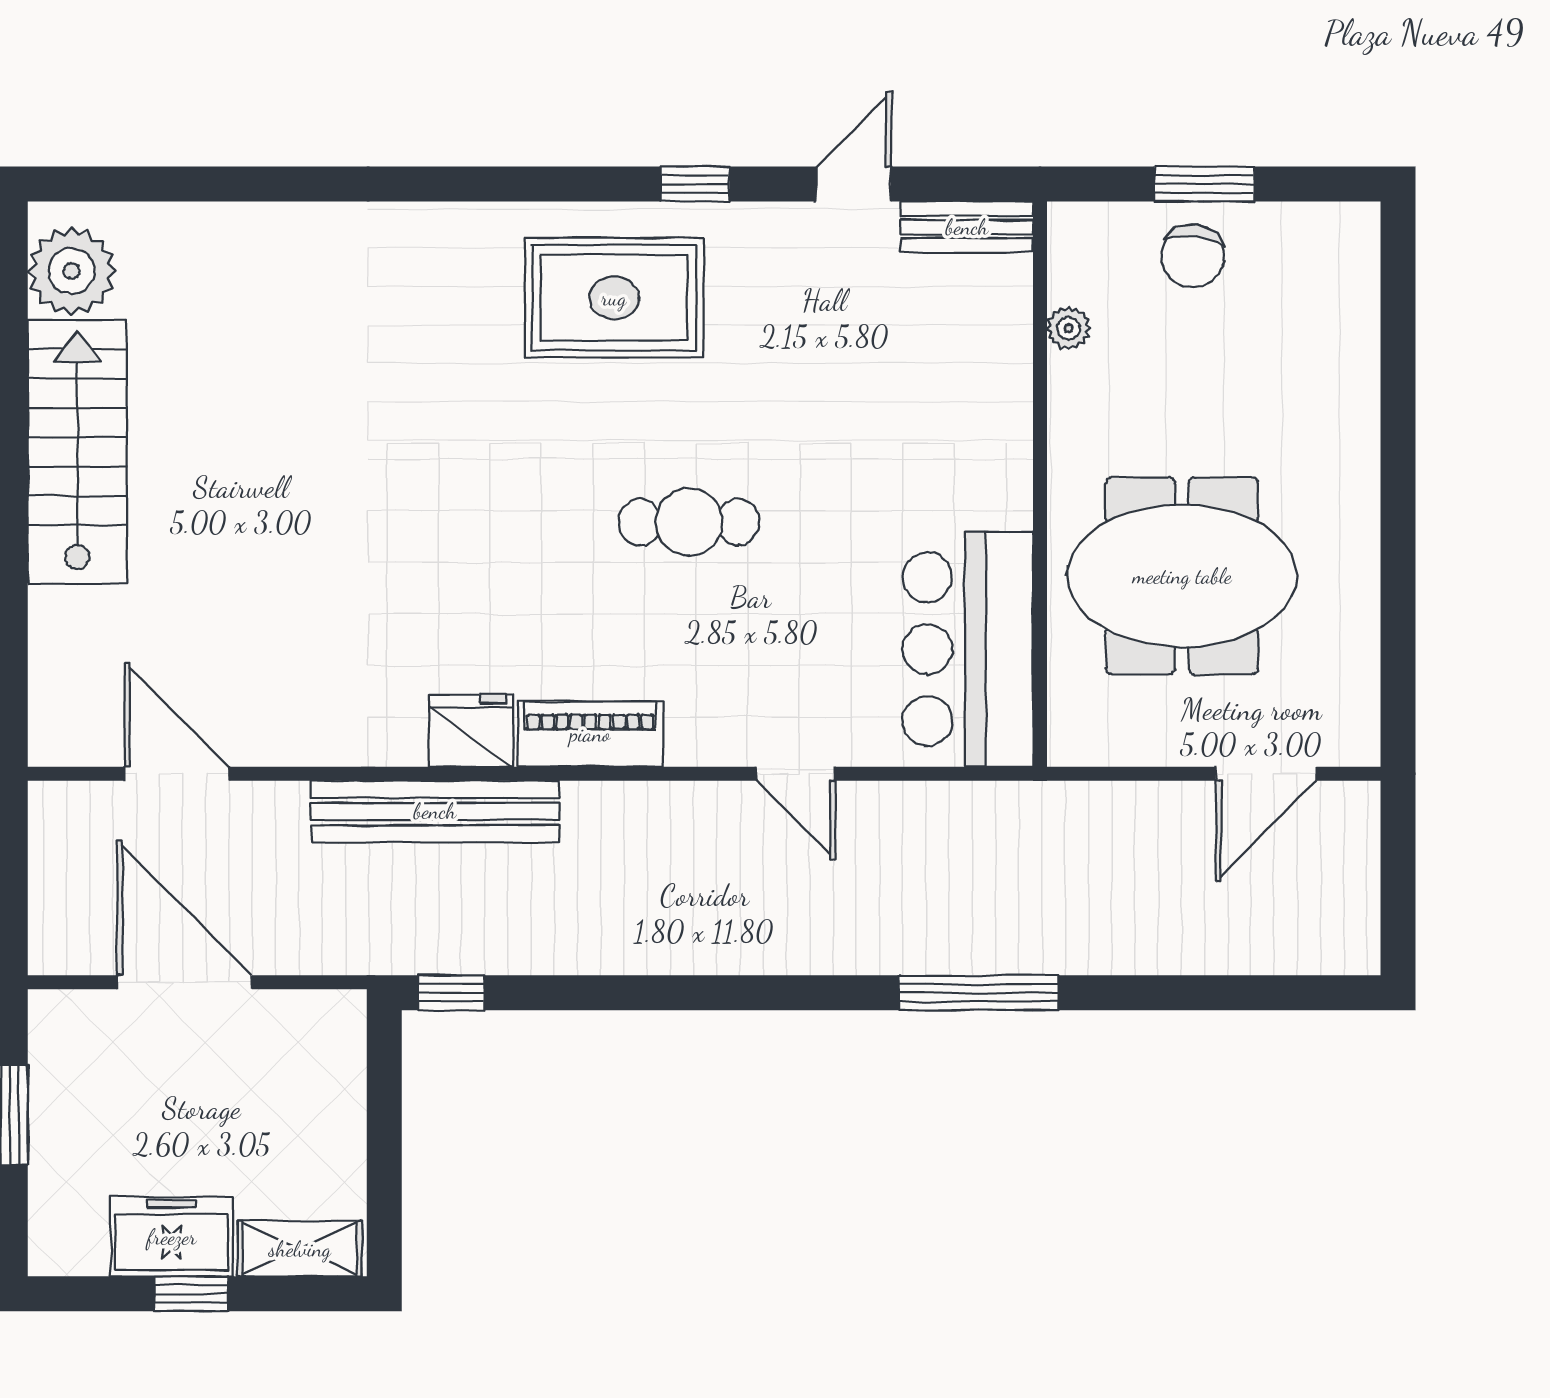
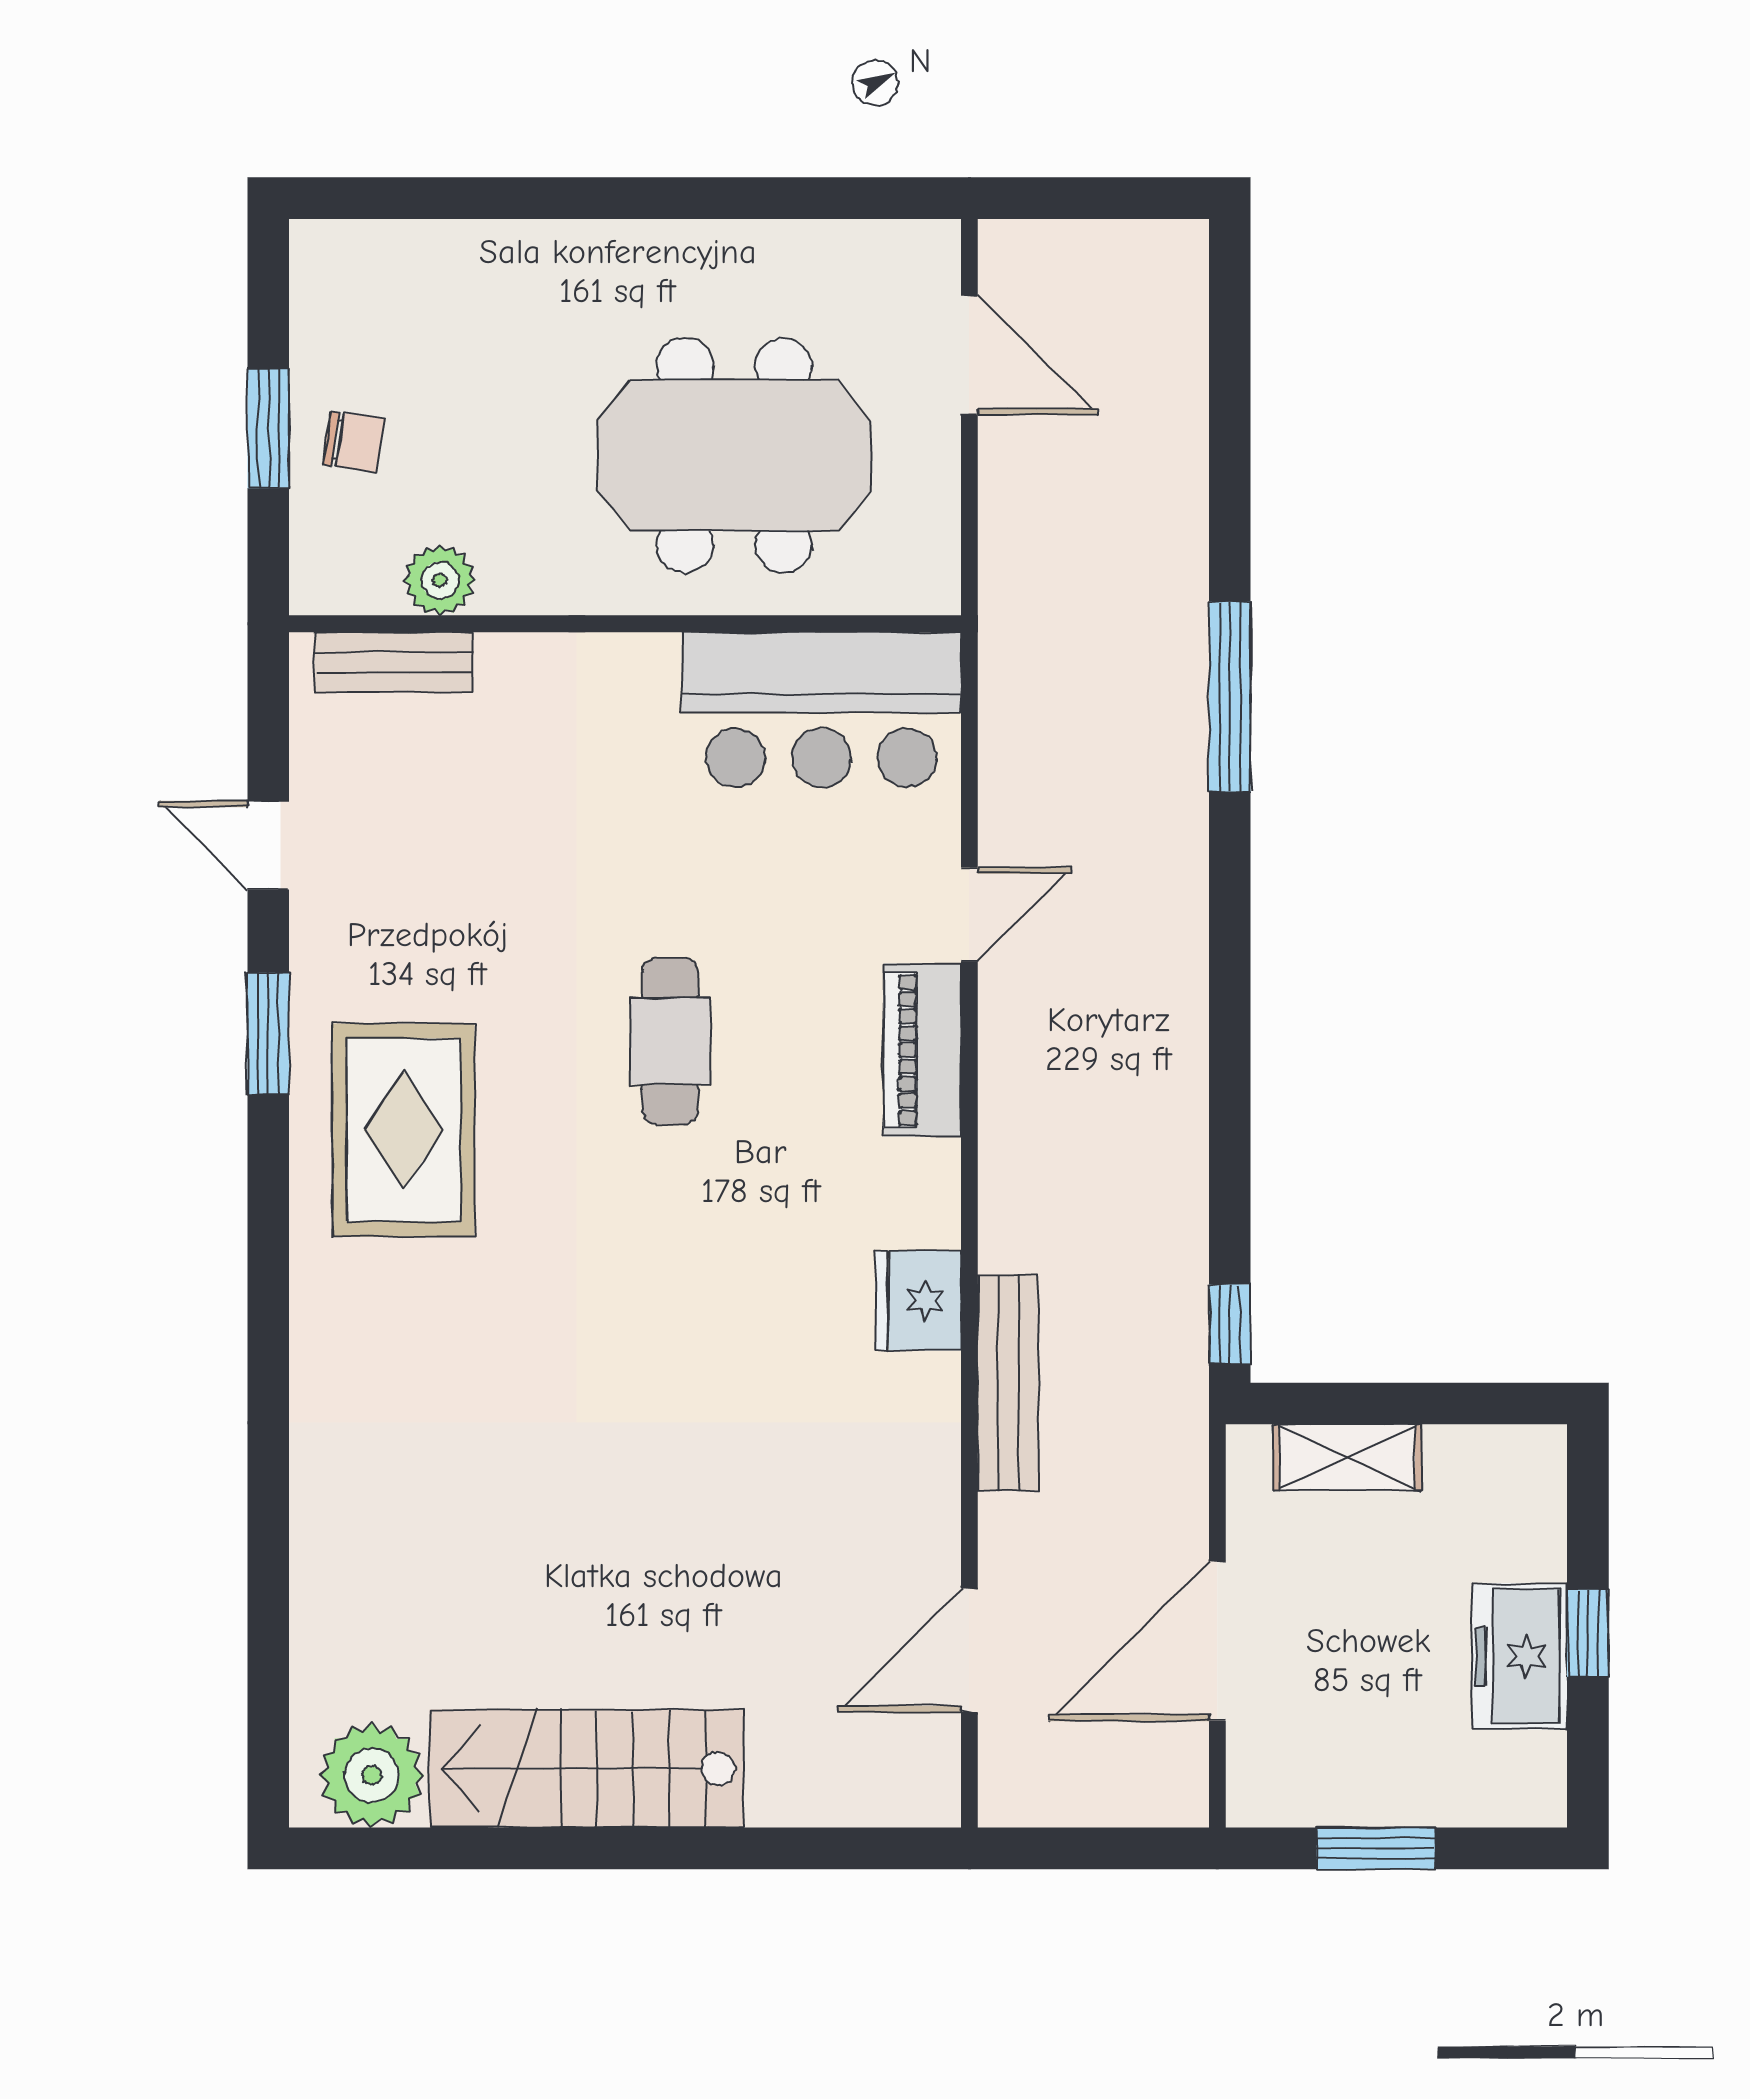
window: (695, 184) -> (268, 1034), width x1.50
bench: (967, 227) -> (394, 662), moved, turned 90
chair: (1193, 256) -> (354, 442), width x0.73, depth x0.73
plant: (1069, 328) -> (440, 580), width x1.38, depth x1.38
meeting table: (1182, 576) -> (734, 455), turned 90
piano: (590, 734) -> (922, 1050), moved
bench: (435, 811) -> (1008, 1383), width x0.73, depth x0.82
shelving: (300, 1249) -> (1347, 1457), moved, turned 90

